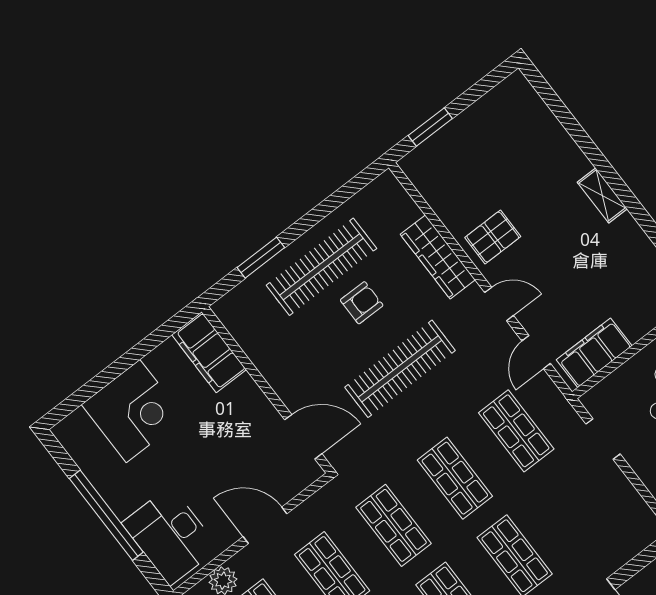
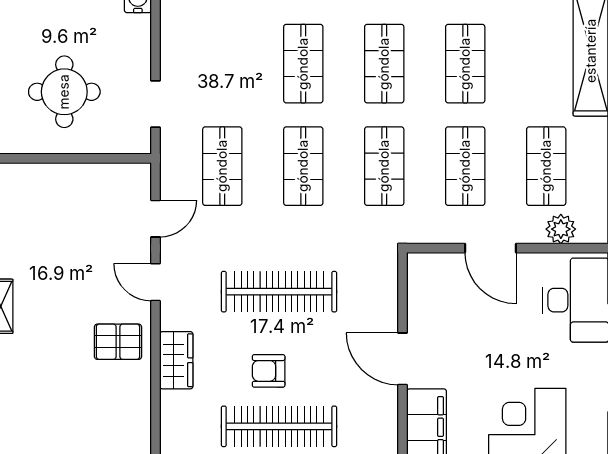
wardrobe: (438, 257) -> (176, 360), width x0.67
filing cabinet: (594, 353) -> (108, 181), removed
door: (303, 437) -> (402, 359), moved

